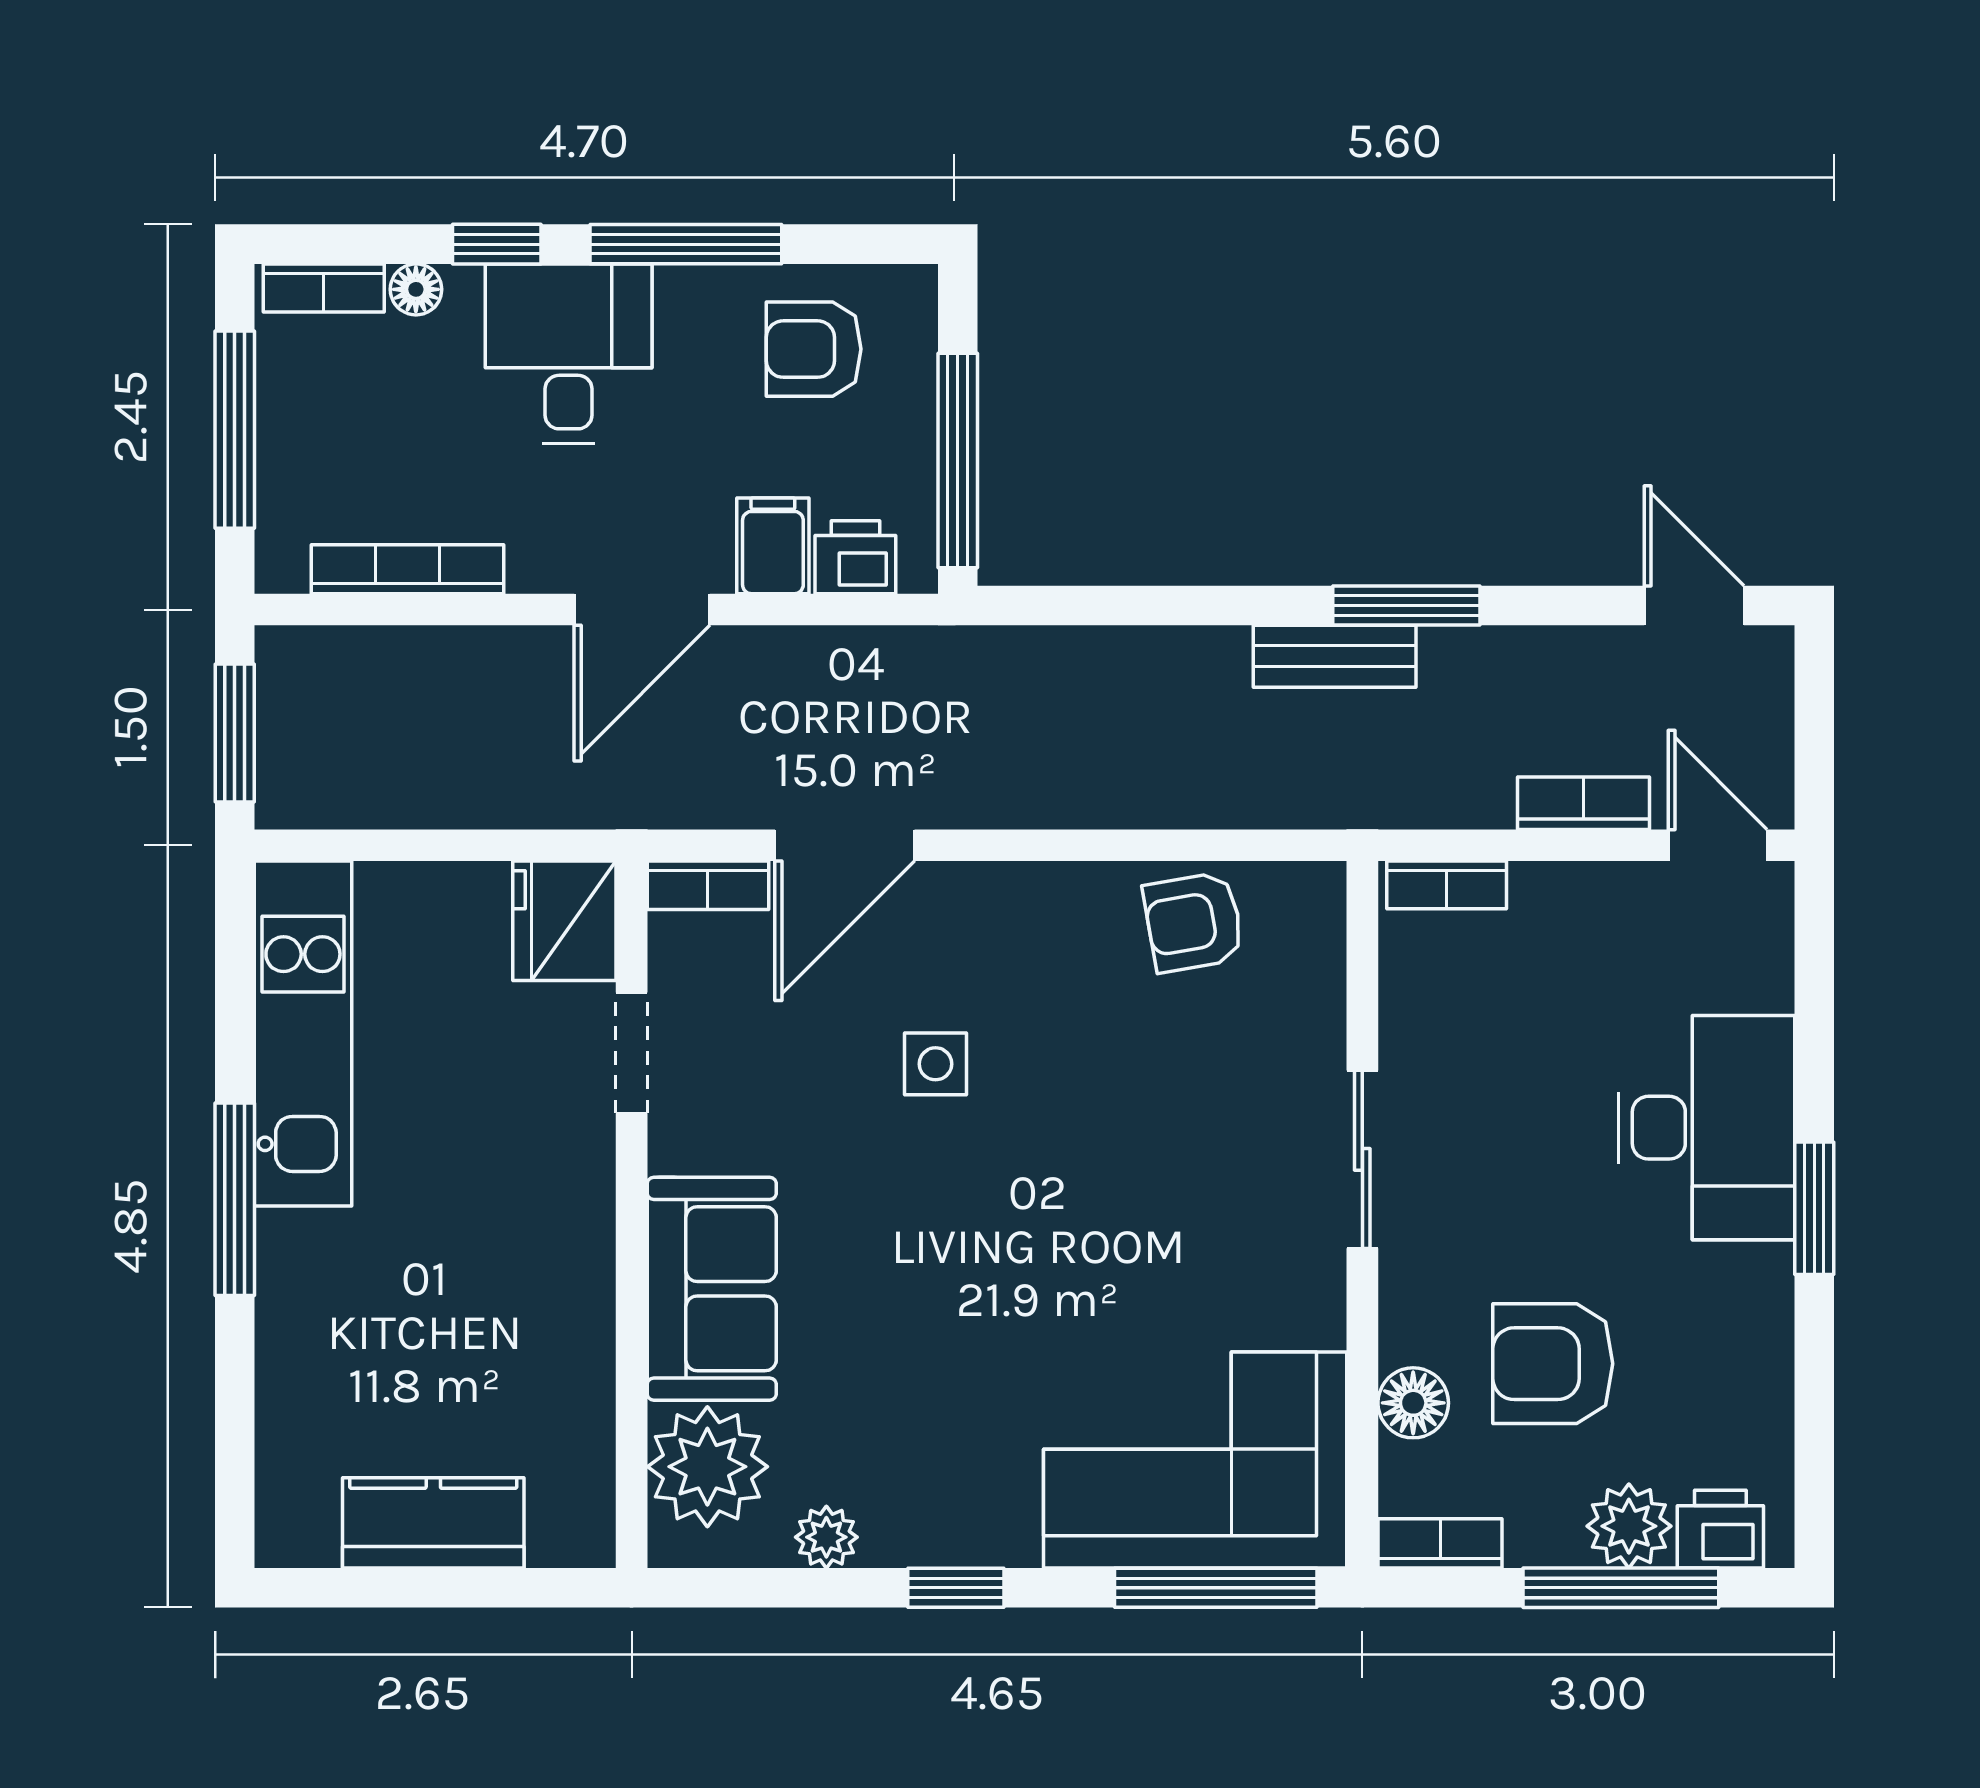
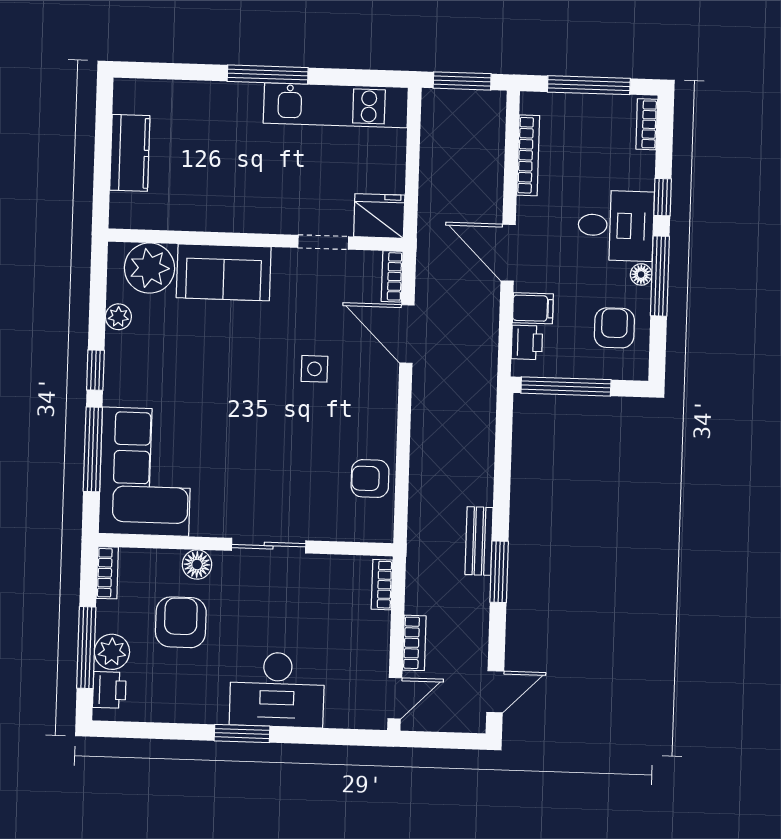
floor lamp: (416, 289) -> (641, 274), moved
armchair: (1194, 922) -> (370, 479), turned -80
floor lamp: (1413, 1403) -> (197, 565), moved
window: (1216, 1588) -> (93, 449), moved

